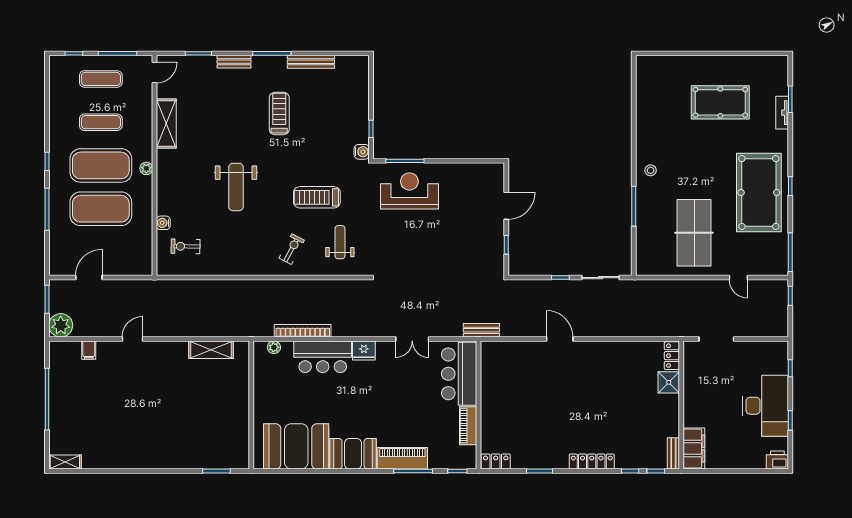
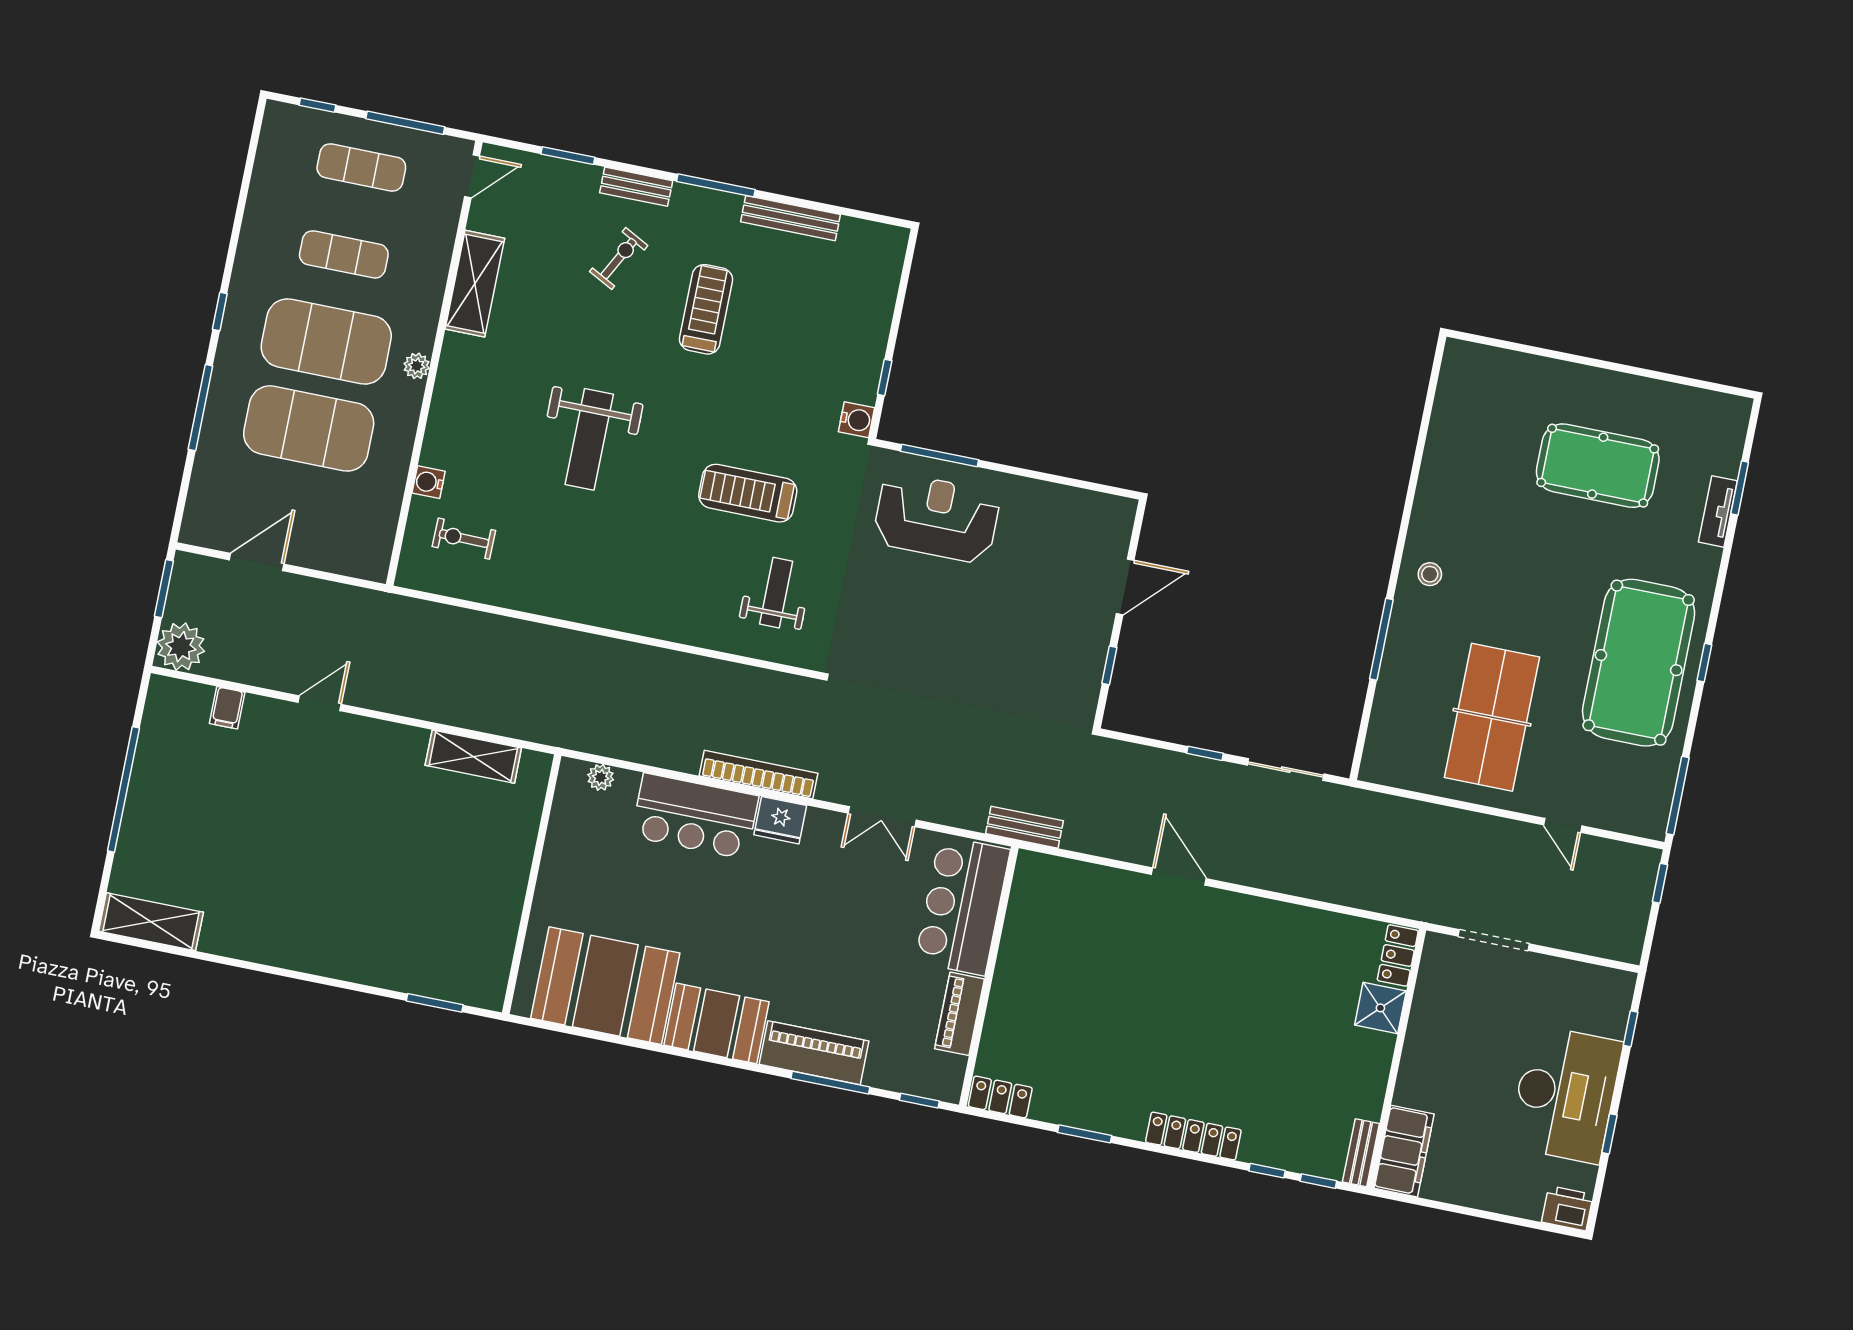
exercise bike: (292, 249) -> (619, 259), moved
bookcase: (303, 331) -> (759, 775), moved
shelving: (65, 462) -> (151, 922), width x1.50, depth x1.33

